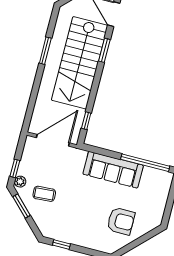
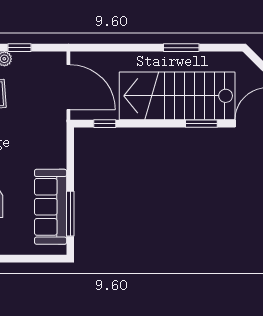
window: (145, 163) -> (70, 214), width x0.68
sofa: (113, 170) -> (51, 207), moved

